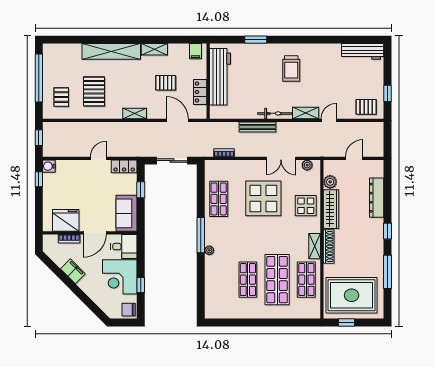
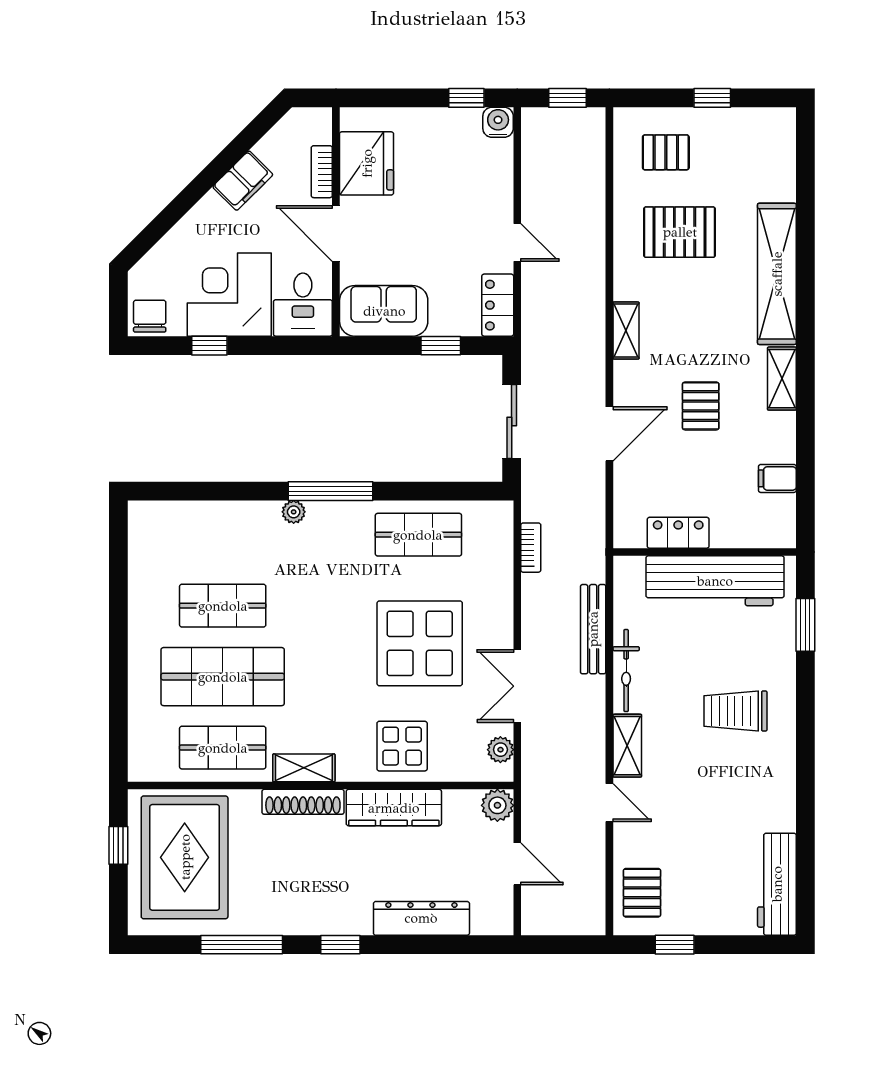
workbench: (220, 77) -> (715, 581), moved
window: (39, 78) -> (712, 98), width x0.32
wall: (208, 81) -> (705, 552), moved
locker: (200, 92) -> (678, 533), moved
plant: (330, 182) -> (497, 805), moved

